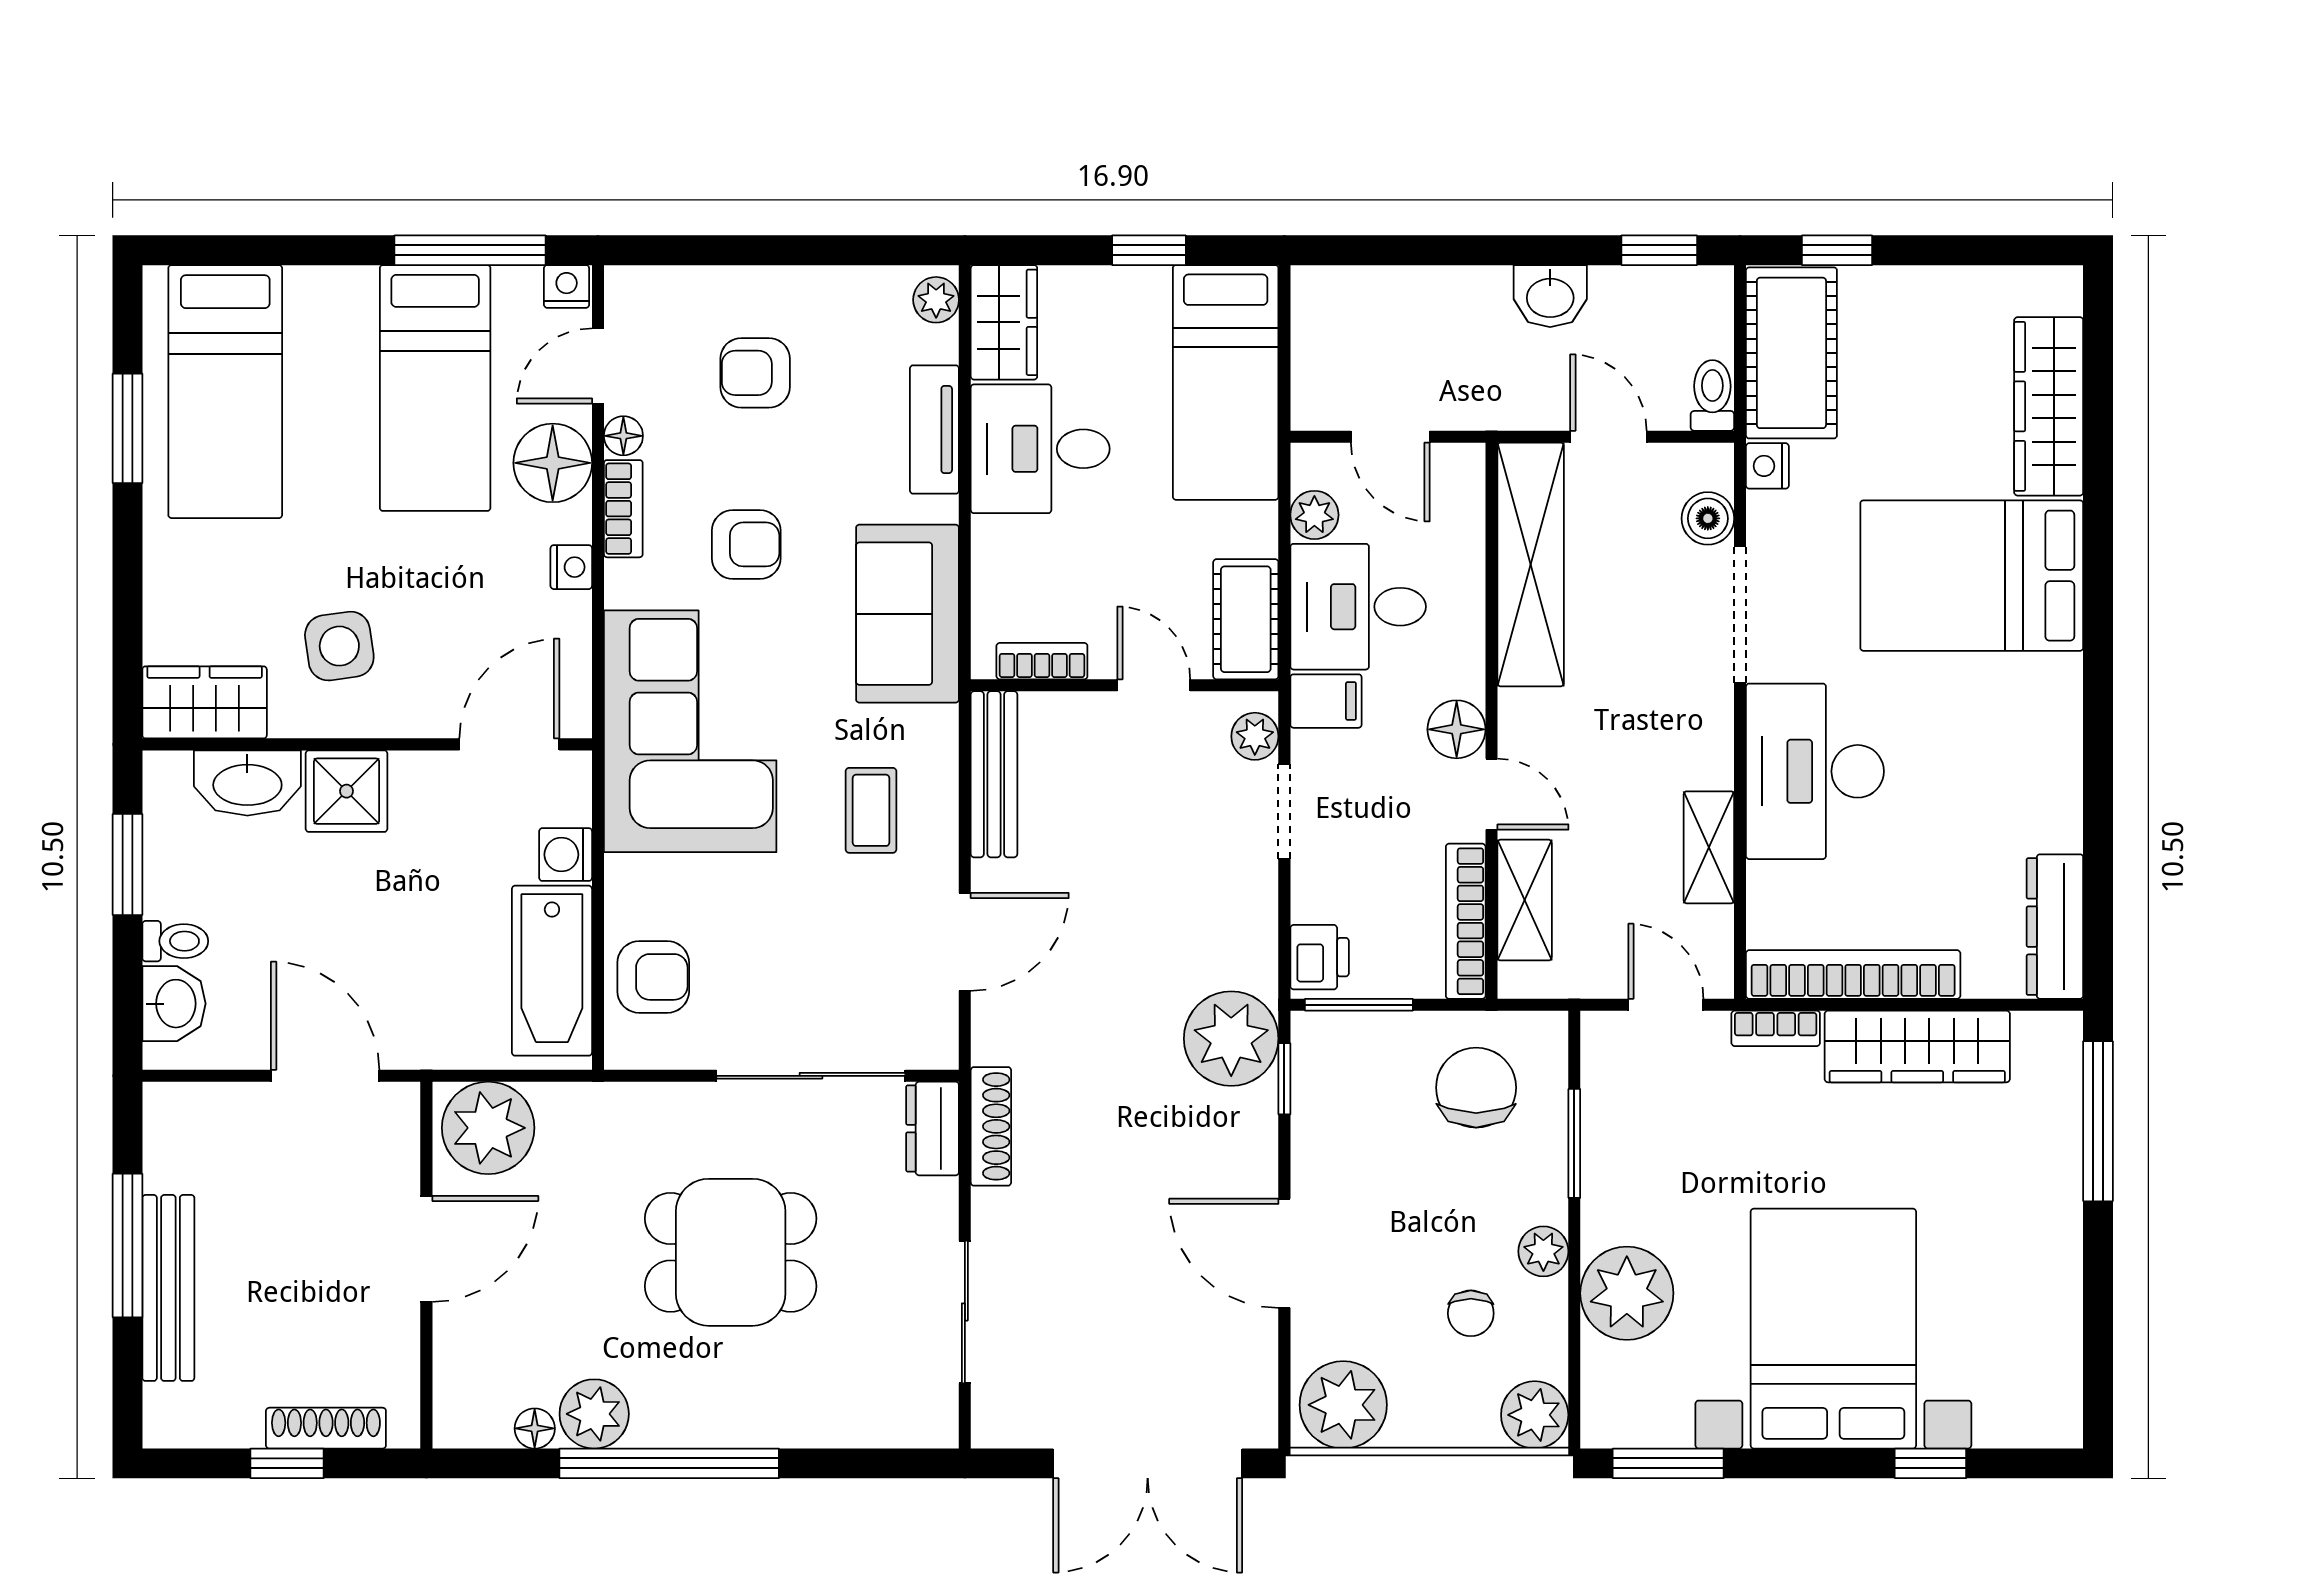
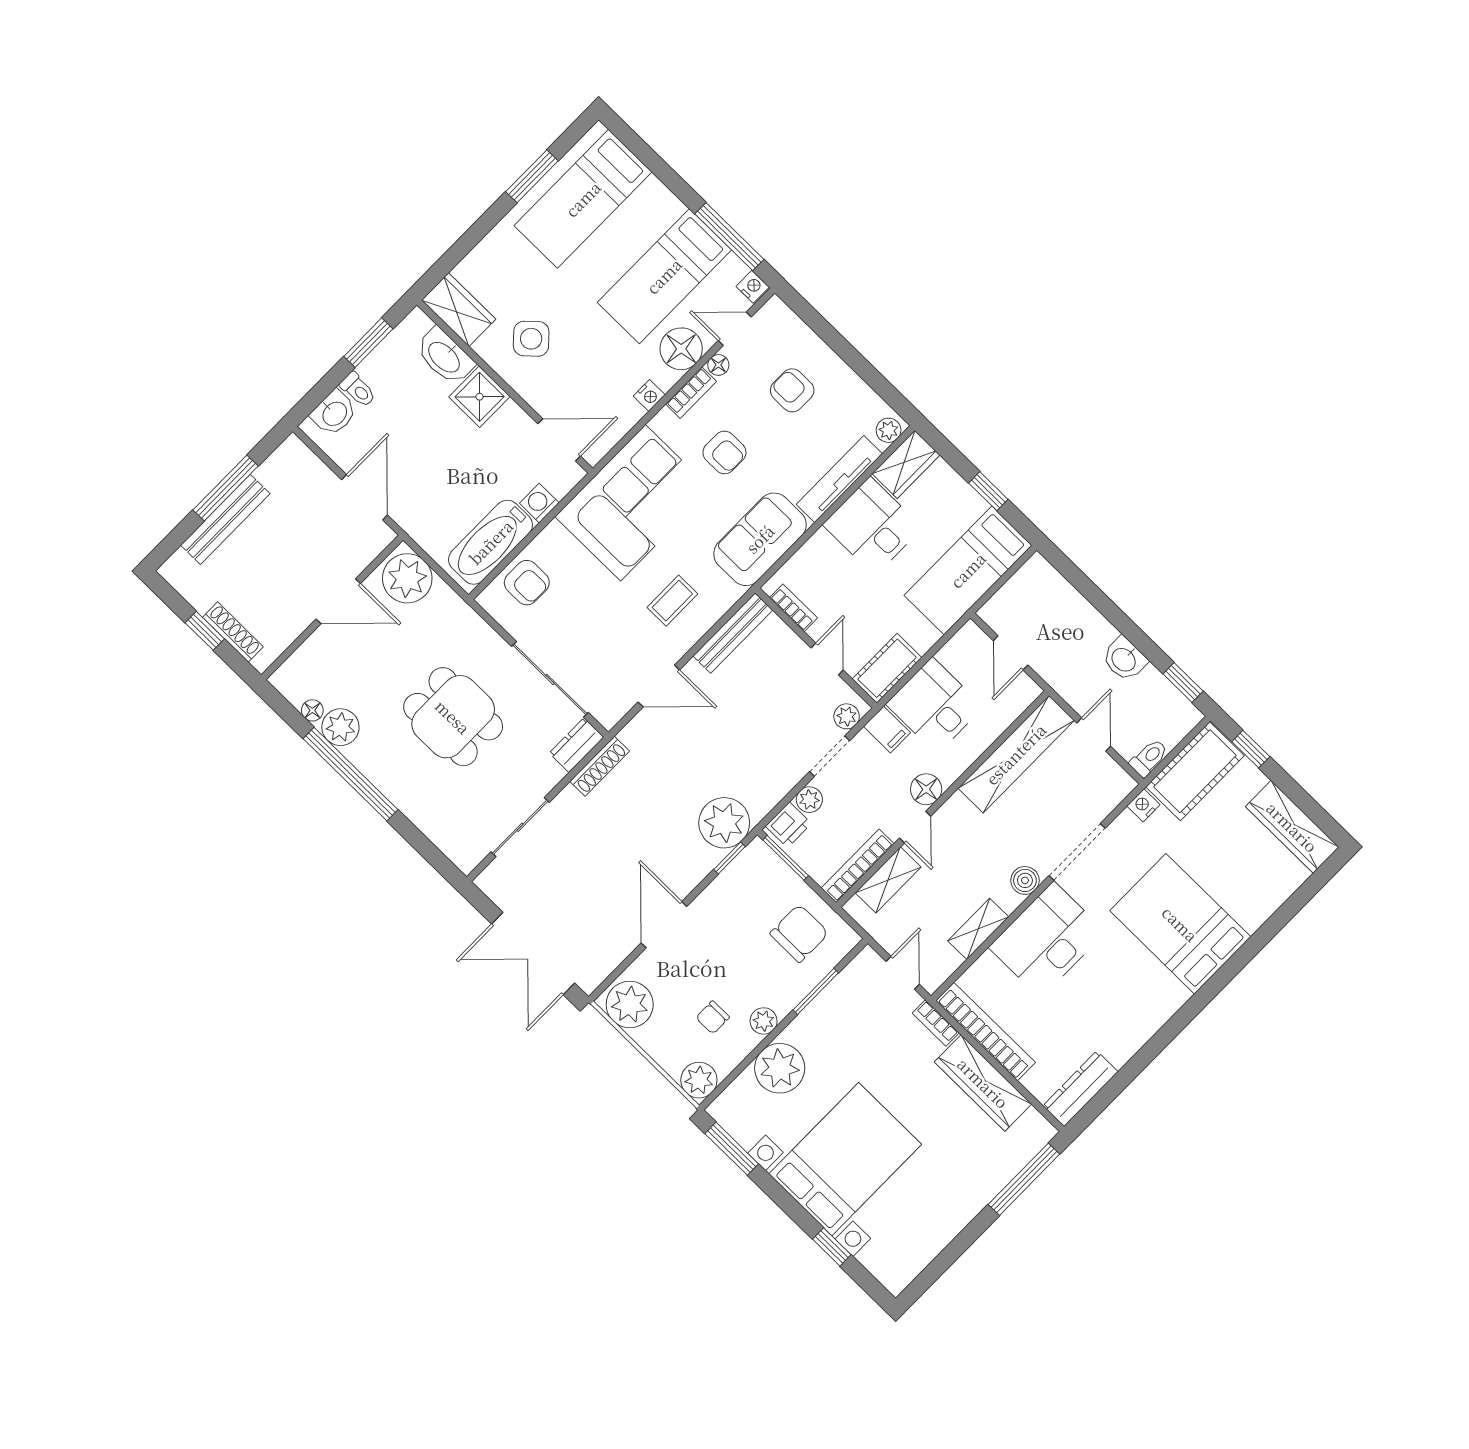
wardrobe: (2049, 406) -> (1292, 827), moved, turned -90
tv unit: (934, 429) -> (839, 479), width x1.41
plant: (1314, 515) -> (809, 800), moved
boiler: (1708, 518) -> (1025, 880), moved
side table: (339, 646) -> (531, 339), turned -35

